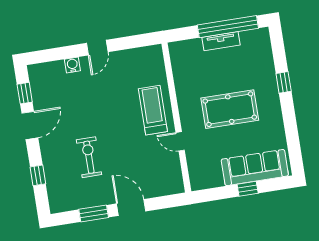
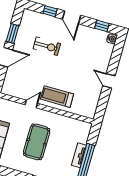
water cooler: (72, 65) -> (112, 39), moved
treadmill: (153, 110) -> (57, 97), turned 180
door: (30, 125) -> (72, 17), moved

